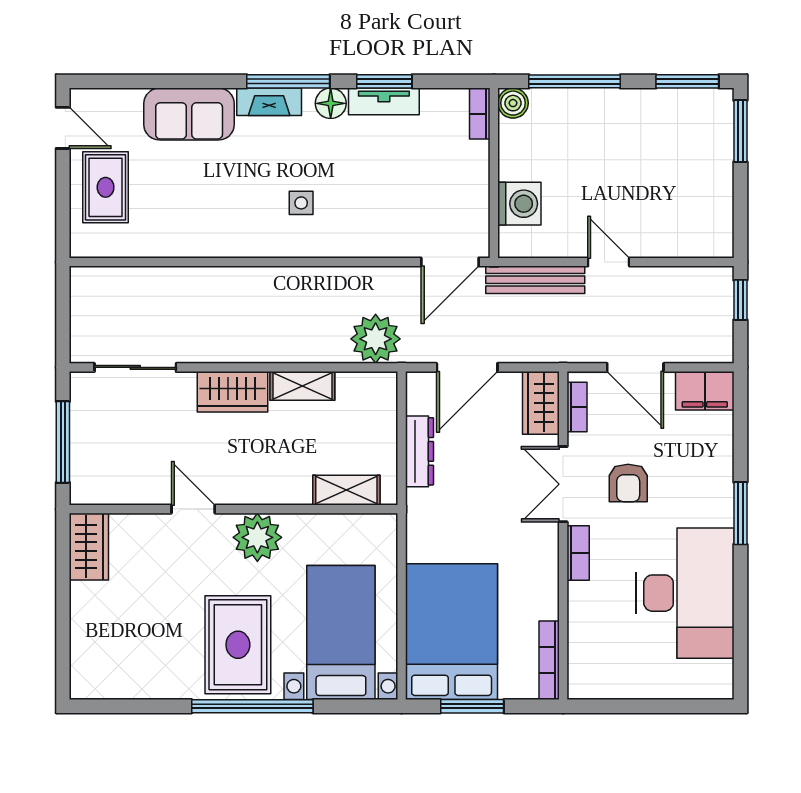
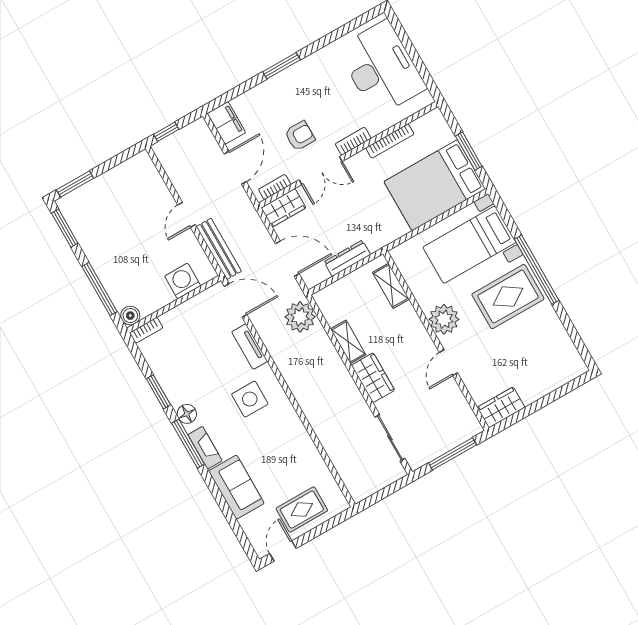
tv unit: (384, 101) -> (250, 347), moved, turned 180
side table: (301, 203) -> (250, 399), width x1.87, depth x1.87
desk: (685, 593) -> (381, 68), moved, turned 90
bookcase: (549, 660) -> (390, 141), moved

